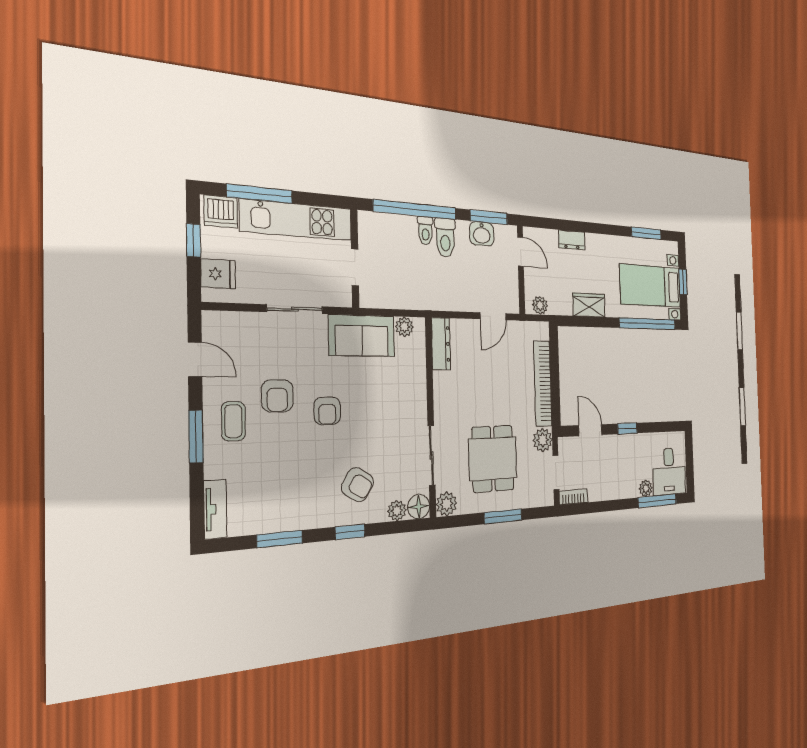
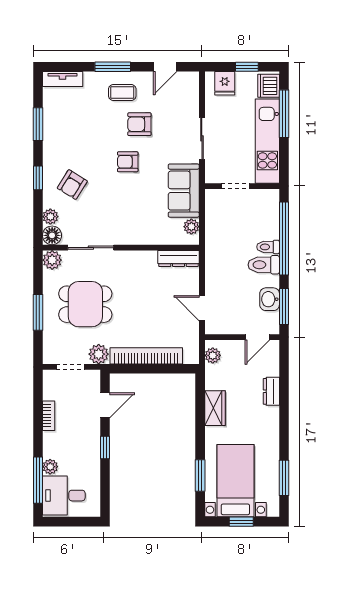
window: (647, 324) -> (200, 475), width x0.47
bookcase: (573, 497) -> (49, 416), moved

